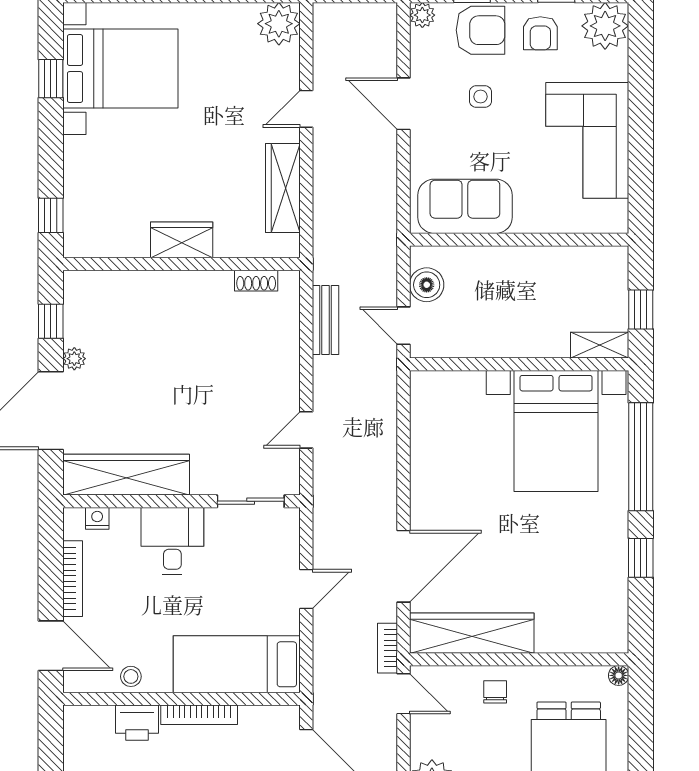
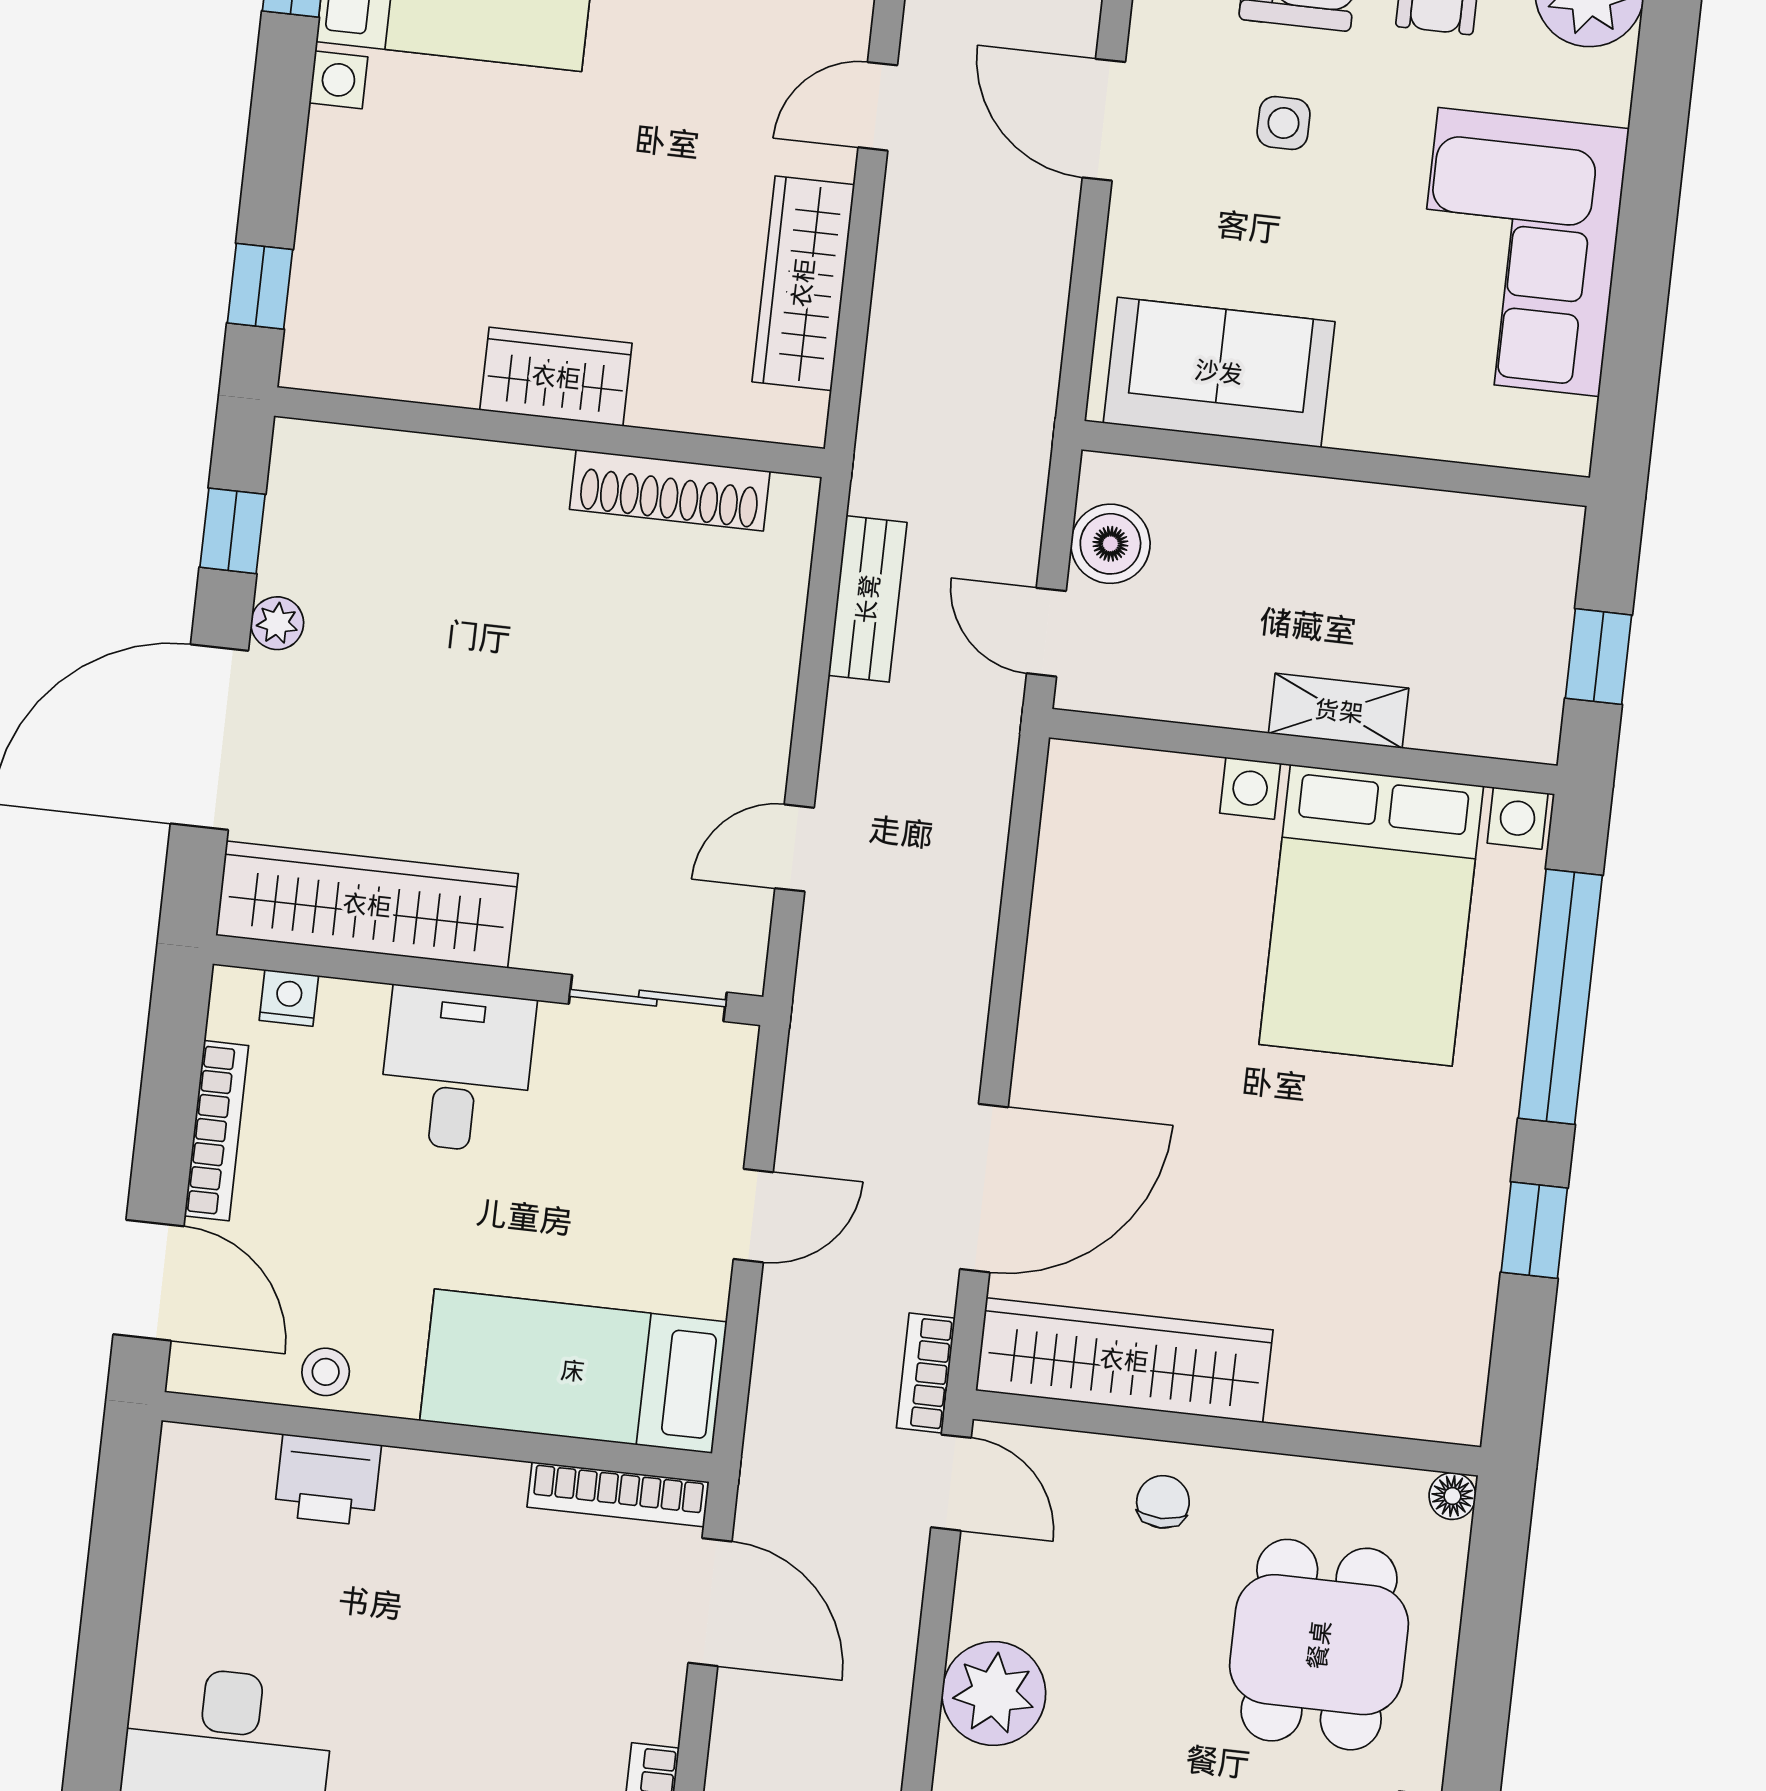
shoe rack: (256, 281) -> (670, 490), width x1.94, depth x1.24
shelving: (600, 345) -> (1339, 711), moved
bookcase: (199, 715) -> (618, 1494), moved

